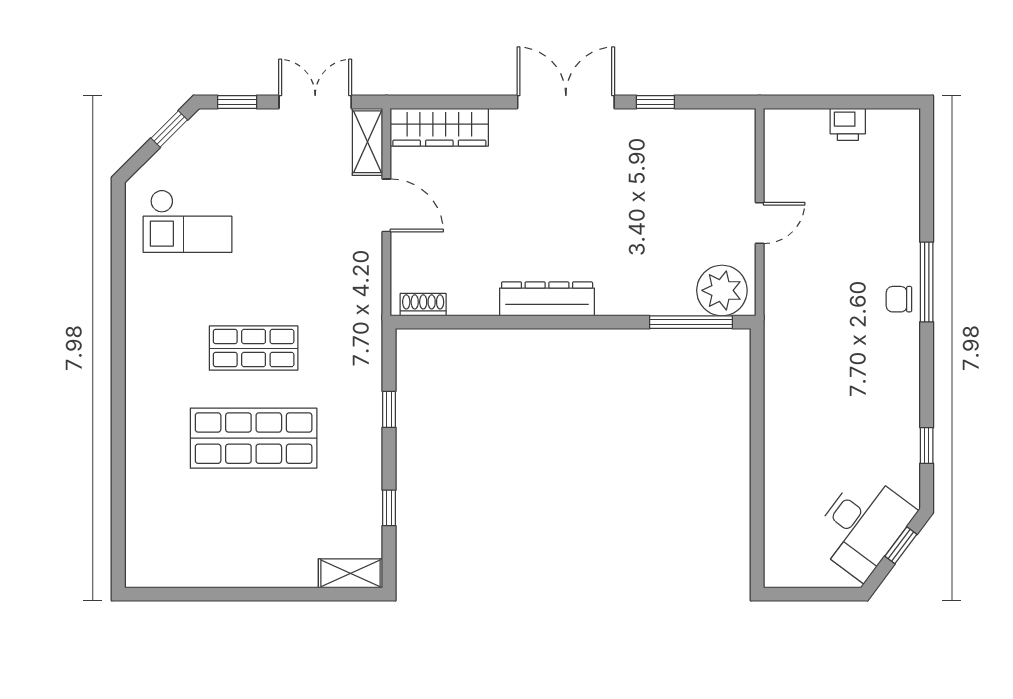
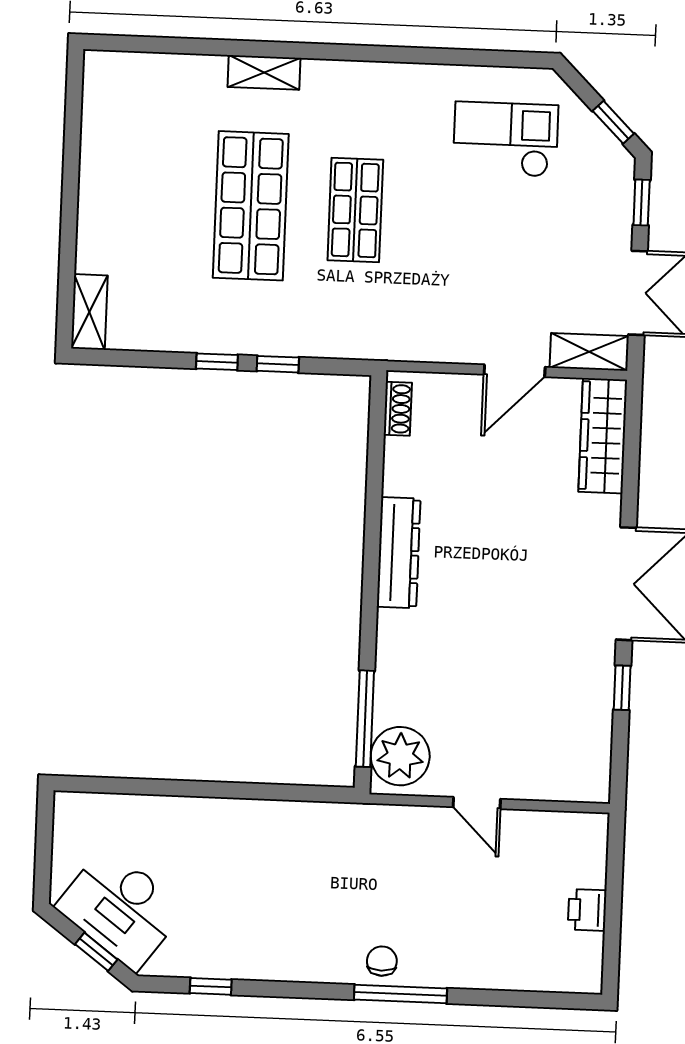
checkout: (188, 221) -> (506, 139), turned 90
shelving: (138, 431) -> (264, 72), added
window: (389, 508) -> (217, 362), moved

